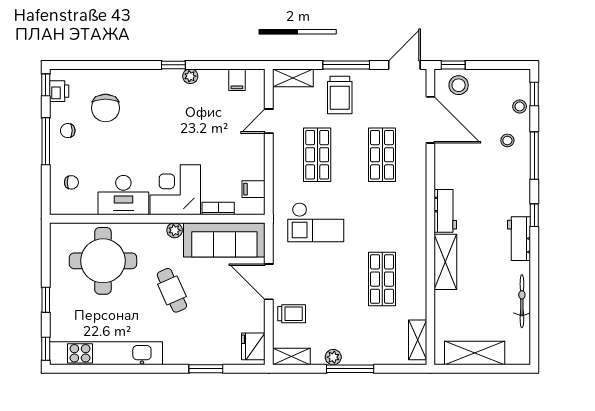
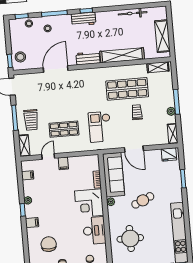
filing cabinet: (148, 80) -> (32, 223), added
trolley: (340, 95) -> (31, 120), turned 90
chair: (105, 108) -> (49, 244), turned -90
door: (430, 120) -> (56, 69), moved
door: (269, 121) -> (48, 156), swing flipped
shop shelf: (382, 155) -> (61, 95), removed
filing cabinet: (253, 189) -> (63, 163), moved
checkout: (316, 222) -> (100, 127), turned 180
workbench: (519, 239) -> (84, 19), moved
round table: (103, 261) -> (130, 238), width x0.73, depth x0.73
shelving: (445, 262) -> (122, 55), width x1.47
shop shelf: (382, 279) -> (127, 89), width x1.43, depth x1.36
door: (269, 282) -> (134, 149), hinge flipped
trolley: (292, 314) -> (137, 112), moved

